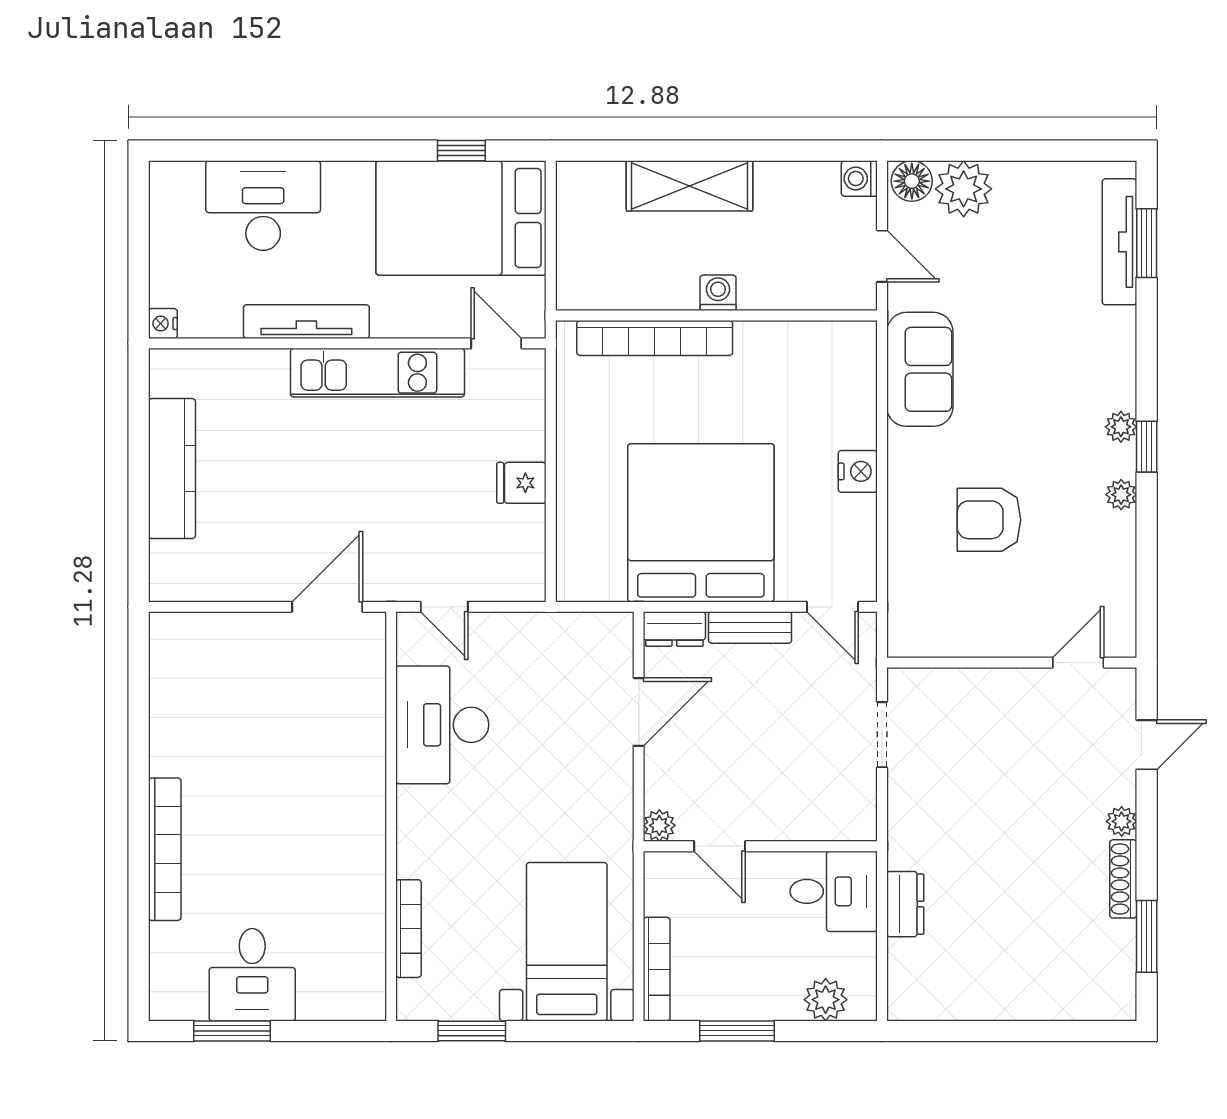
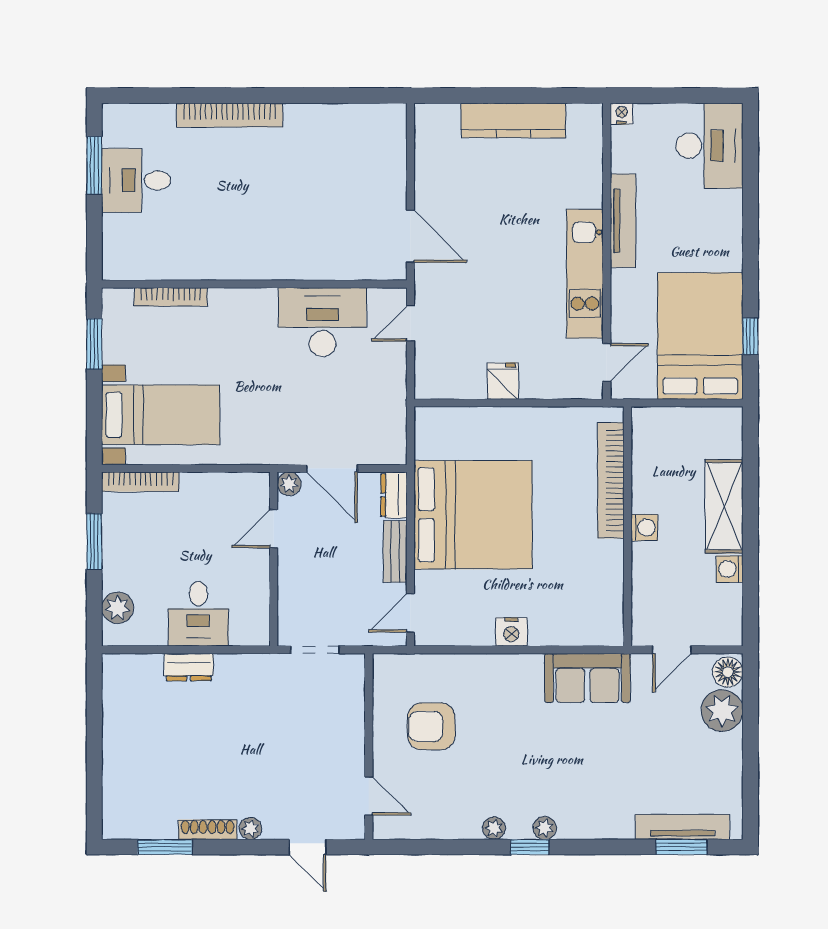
washing machine: (859, 179) -> (730, 569), moved, turned -90
desk: (263, 206) -> (709, 146), moved
armchair: (989, 520) -> (431, 726), moved, turned -90
plant: (659, 825) -> (289, 484), moved
door: (720, 846) -> (274, 529), moved
wall: (760, 846) -> (274, 559), moved

